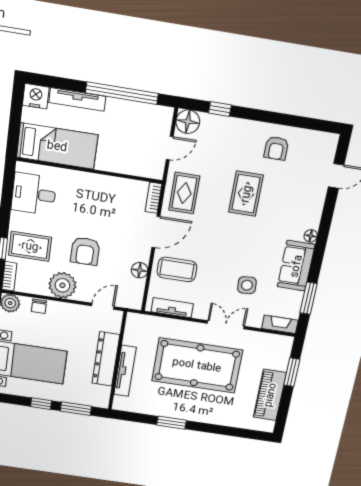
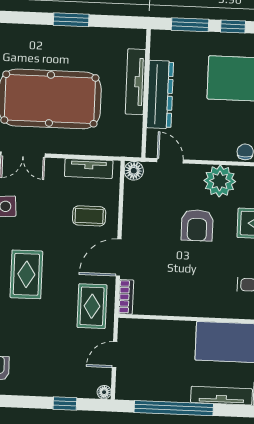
floor lamp: (188, 122) -> (104, 392), width x0.53, depth x0.53
rug: (246, 194) -> (26, 274), moved
armchair: (85, 251) -> (197, 225), turned 180
coffee table: (177, 269) -> (89, 216), width x0.73, depth x0.77
floor lamp: (140, 270) -> (134, 171), moved
door: (103, 306) -> (170, 161), swing flipped

